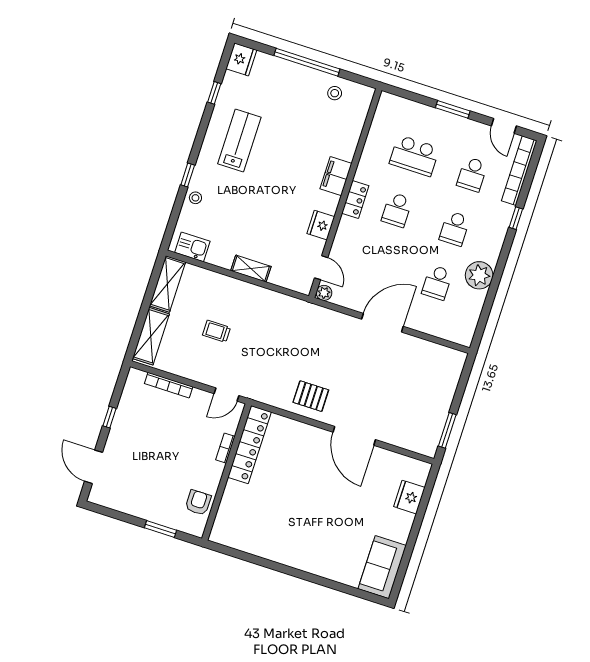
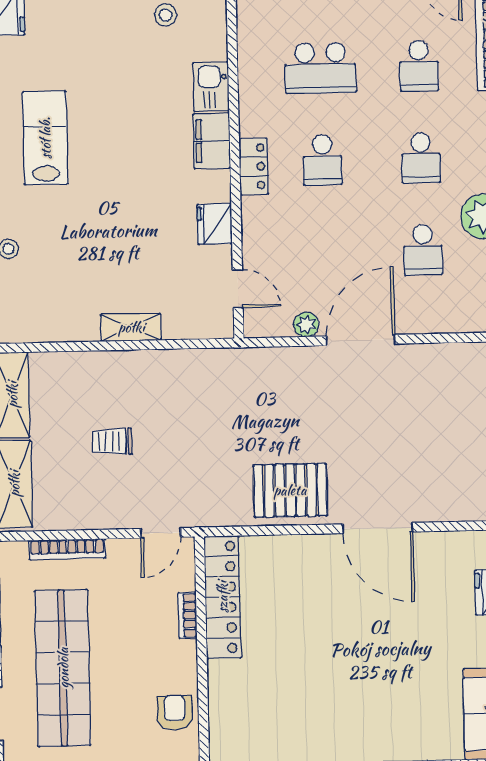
kitchen sink: (192, 247) -> (211, 87), moved, turned -90
plant: (324, 293) -> (306, 325), moved
pallet: (311, 396) -> (290, 490), width x1.50, depth x1.42
shop shelf: (142, 454) -> (63, 668), added

